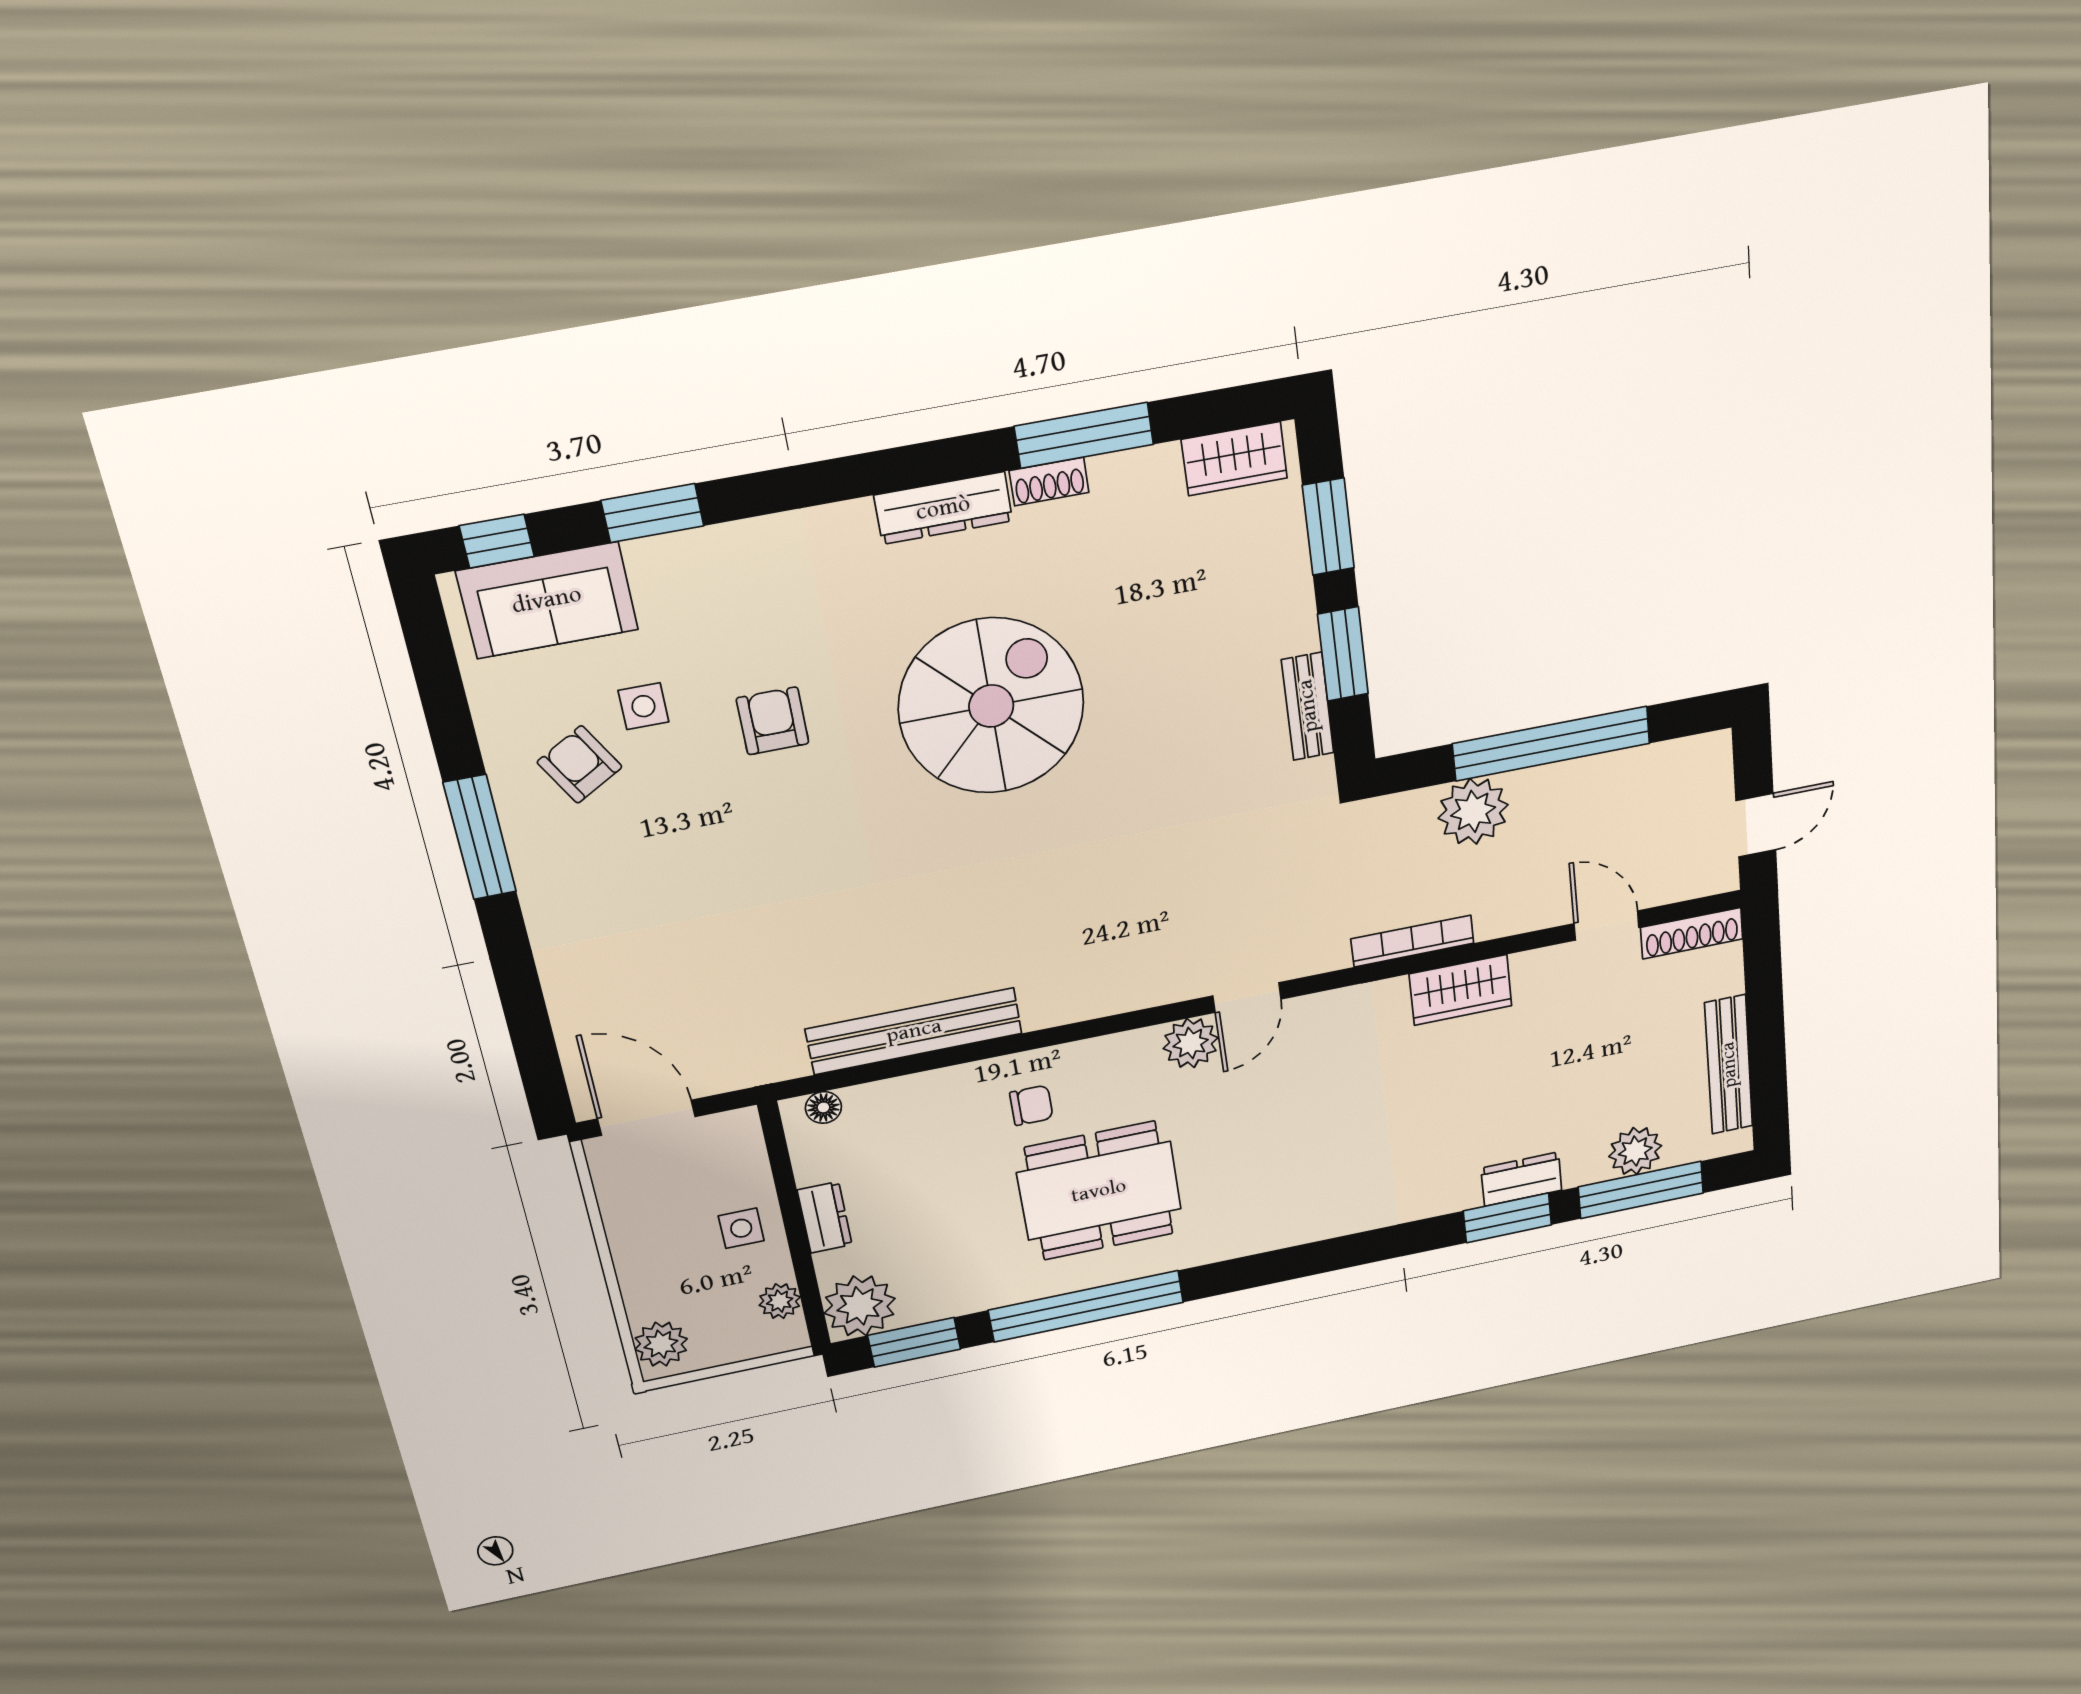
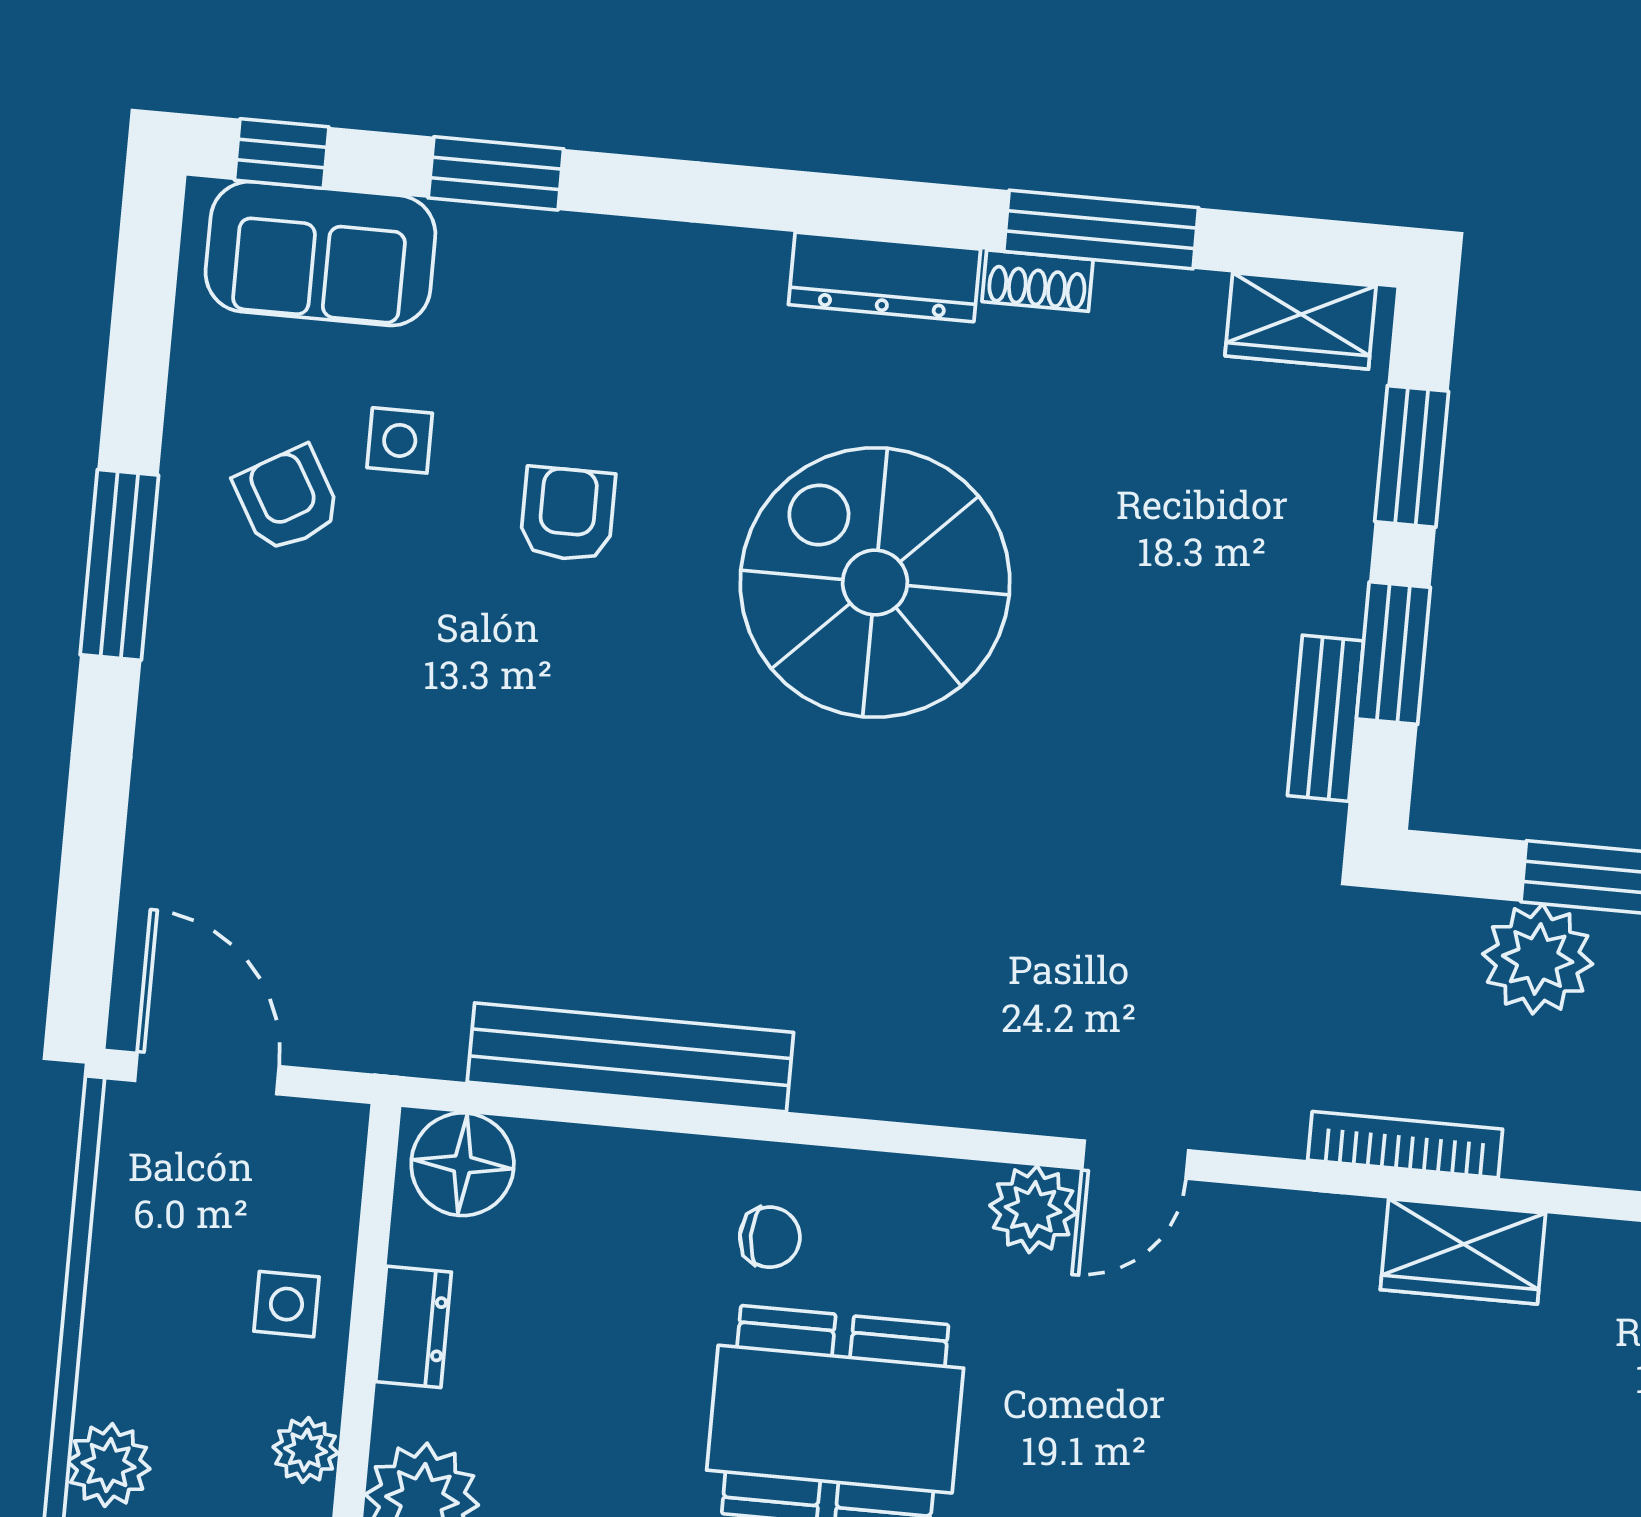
spiral stairs: (991, 706) -> (875, 583), turned -90
floor lamp: (823, 1107) -> (463, 1164), width x1.89, depth x1.89

